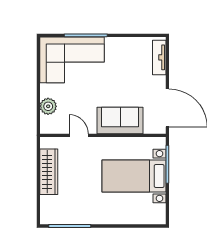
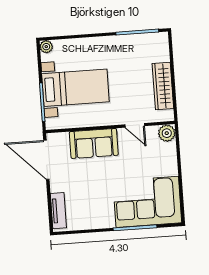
plant: (48, 106) -> (167, 133), moved
plant: (160, 218) -> (46, 47), added

